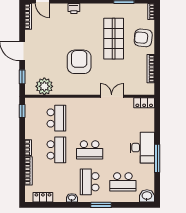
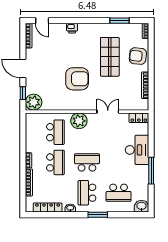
armchair: (79, 62) -> (77, 79), turned 90
plant: (44, 86) -> (34, 102), moved
plant: (81, 106) -> (79, 121), added
window: (22, 111) -> (23, 126), removed
desk: (142, 148) -> (137, 150), moved
school desk: (90, 150) -> (87, 162), turned 180
locker: (43, 197) -> (48, 207), width x1.53

